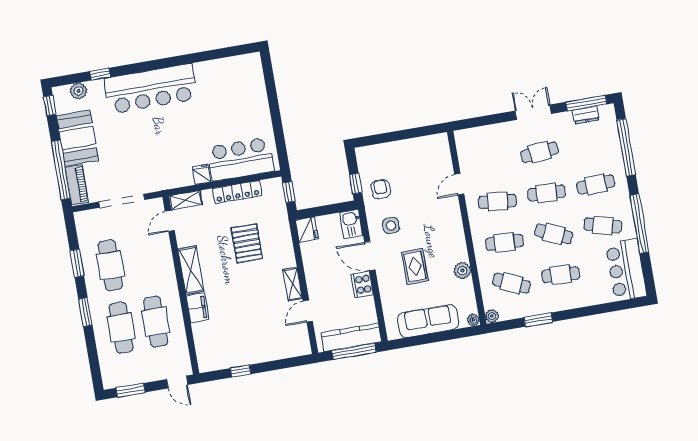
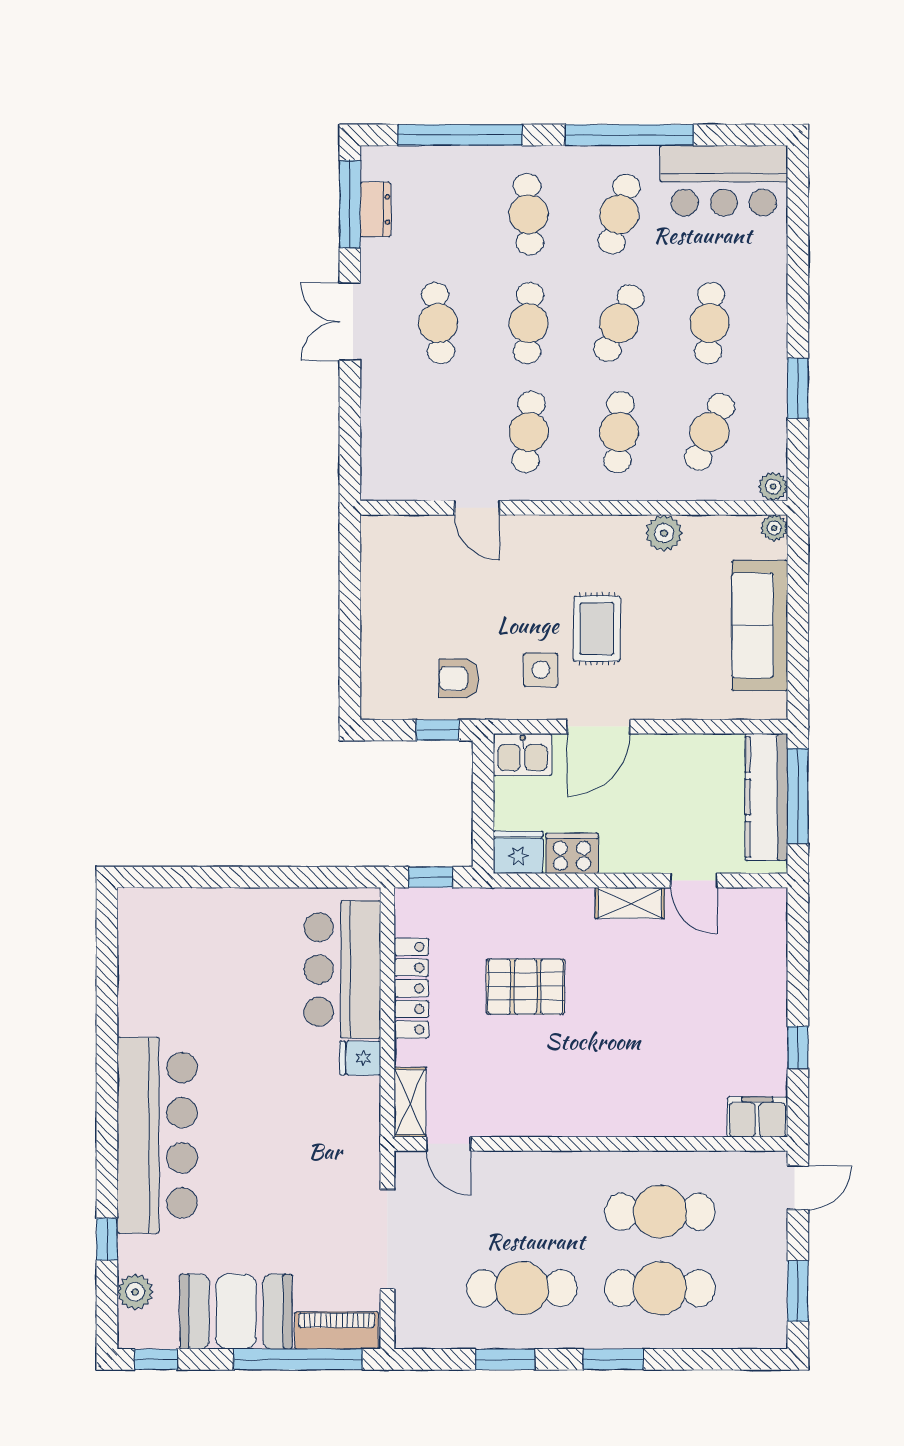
rug: (415, 266) -> (597, 629), moved, turned 90
shelving: (191, 270) -> (562, 1117), removed
cooker: (362, 284) -> (572, 853), moved, turned 180
filing cabinet: (197, 308) -> (757, 1117), moved

